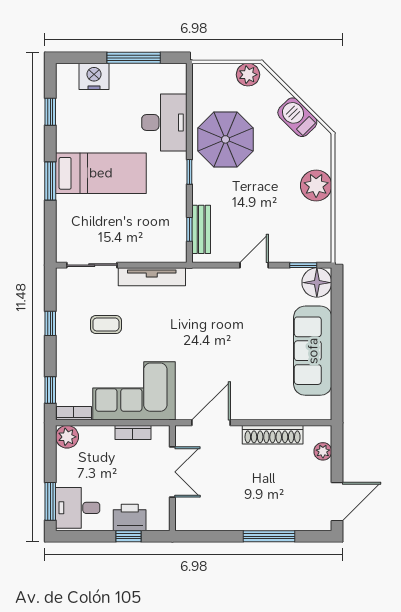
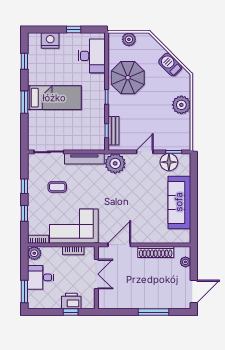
window: (134, 58) -> (74, 29), width x0.46
plant: (248, 75) -> (129, 39), moved
desk: (164, 122) -> (92, 56), moved
floor lamp: (317, 283) -> (169, 162), moved
plant: (204, 285) -> (115, 163), added
window: (50, 390) -> (24, 213), moved
desk: (78, 508) -> (41, 277), moved

